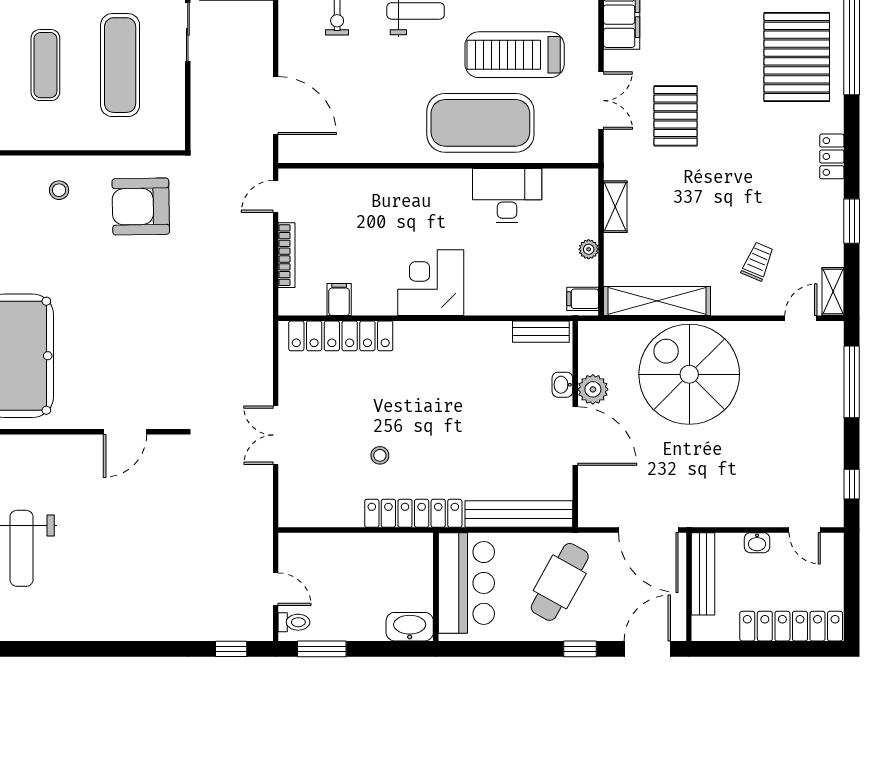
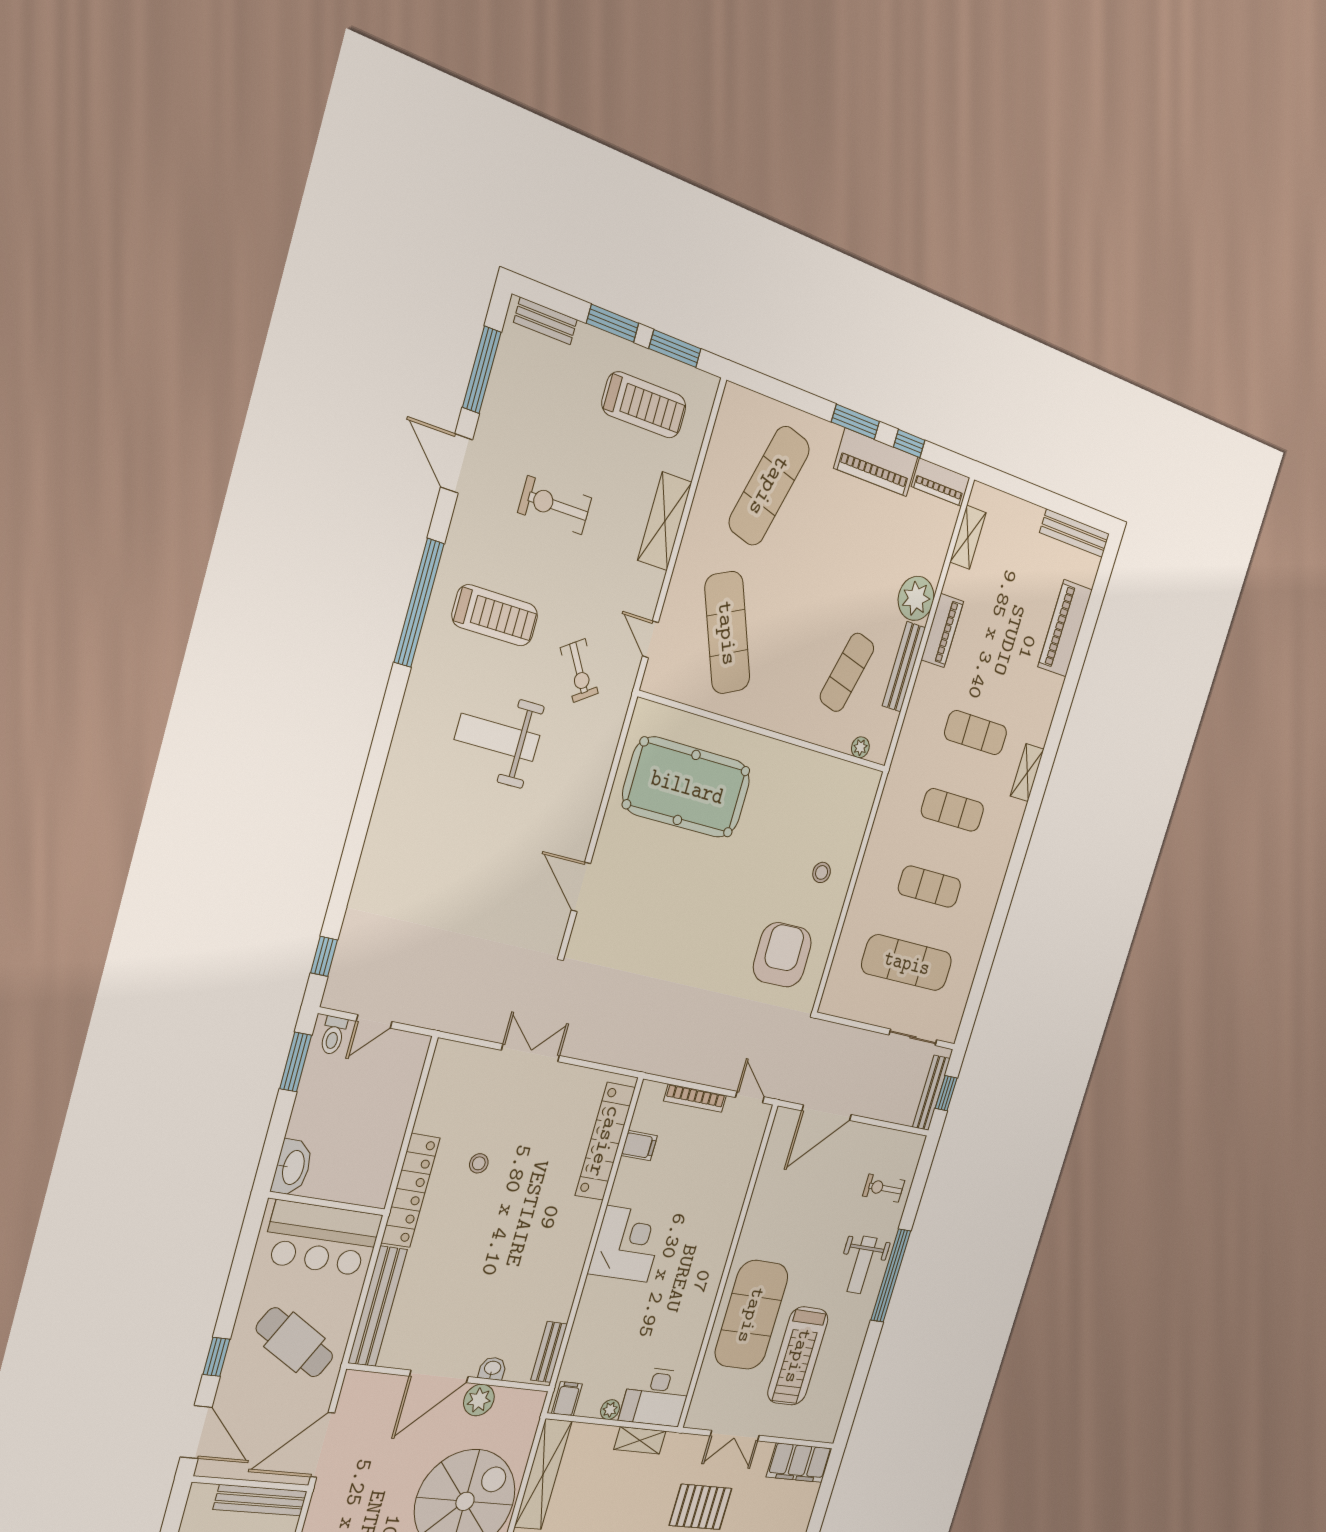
treadmill: (515, 55) -> (798, 1356), turned 180
desk: (507, 195) -> (656, 1397), moved, turned 90

